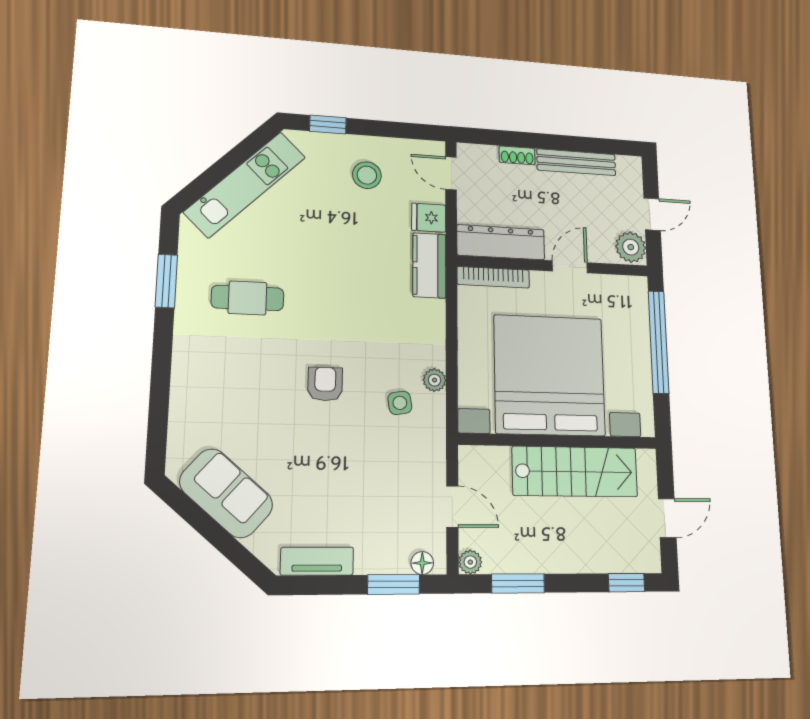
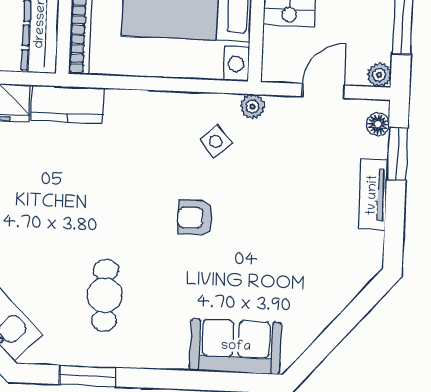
plant: (434, 380) -> (253, 106), moved
side table: (400, 403) -> (216, 141), turned -33
sofa: (226, 493) -> (236, 347), moved, turned 49
tv unit: (317, 561) -> (373, 195), moved

